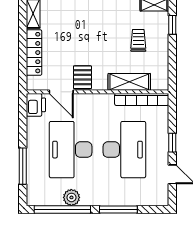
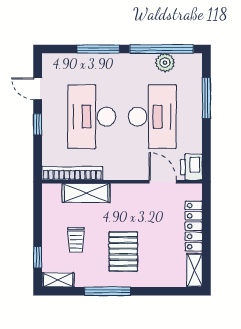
pallet: (82, 77) -> (123, 251), moved, width x1.50, depth x1.42
plant: (71, 197) -> (165, 63), moved

